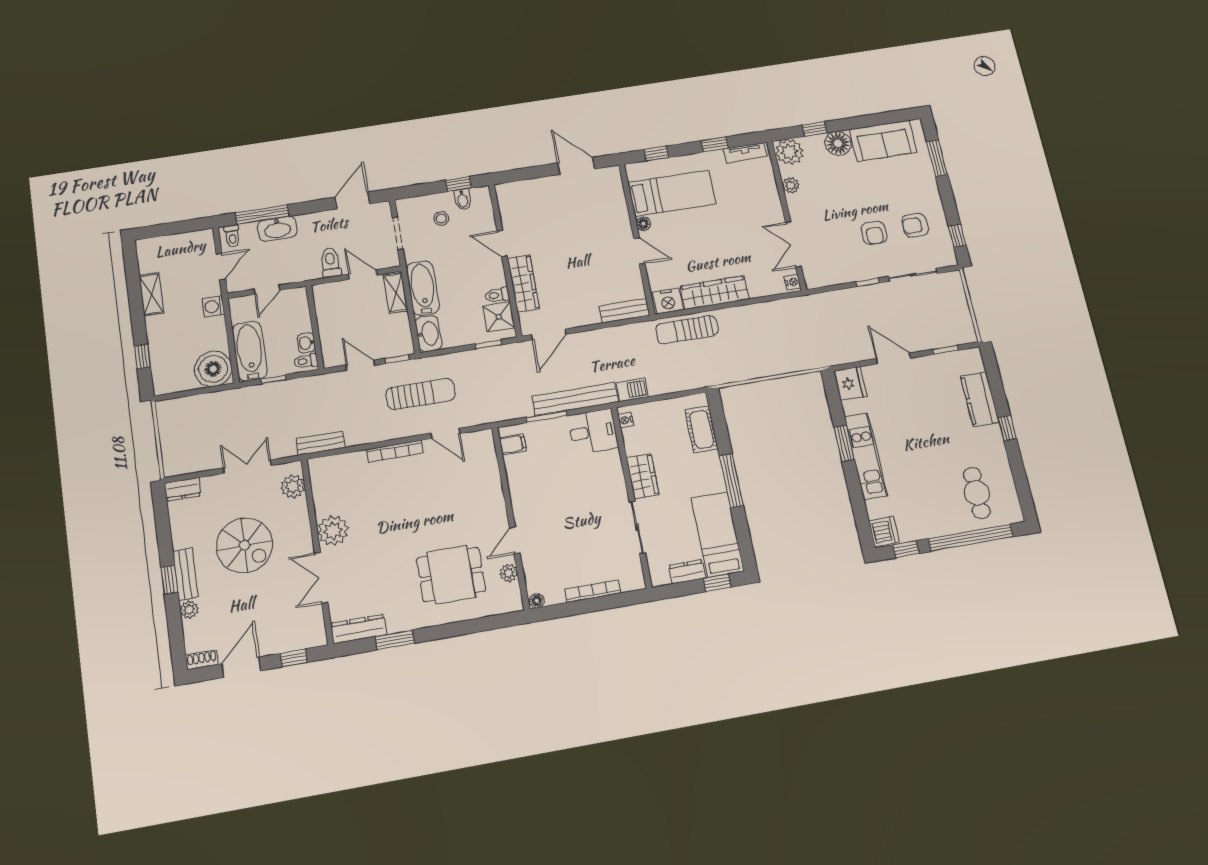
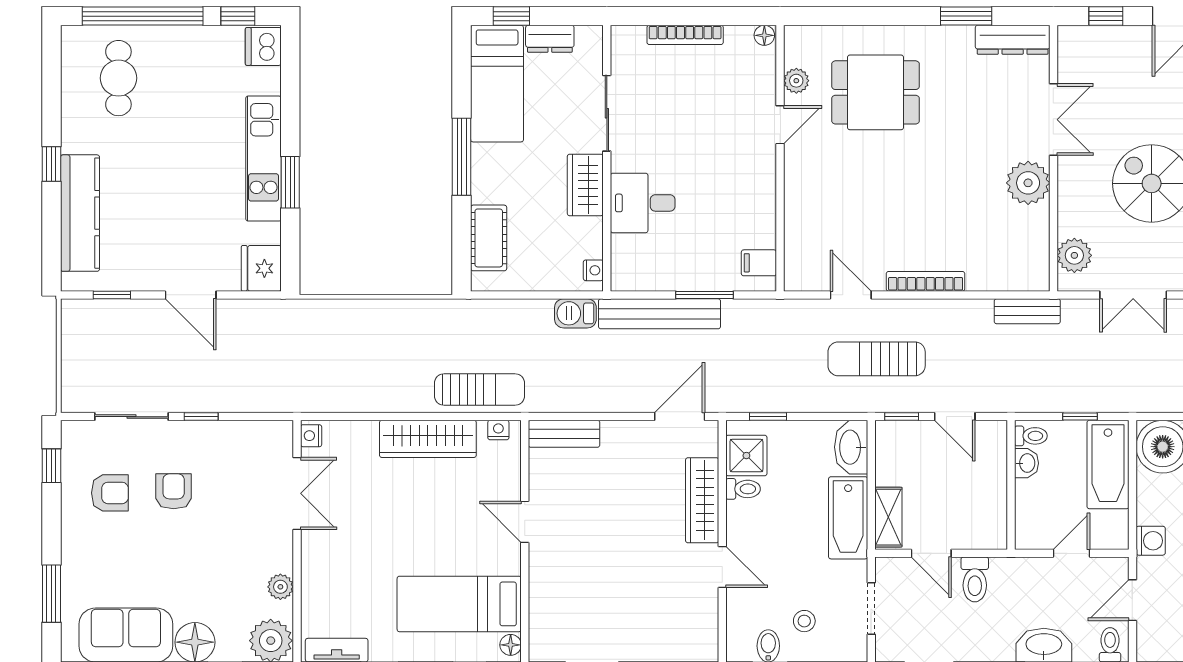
floor lamp: (643, 224) -> (511, 645), moved
nightstand: (668, 301) -> (498, 430), width x0.53, depth x0.56
kitchen counter: (980, 399) -> (80, 213), width x1.50
desk: (593, 432) -> (643, 203), moved

